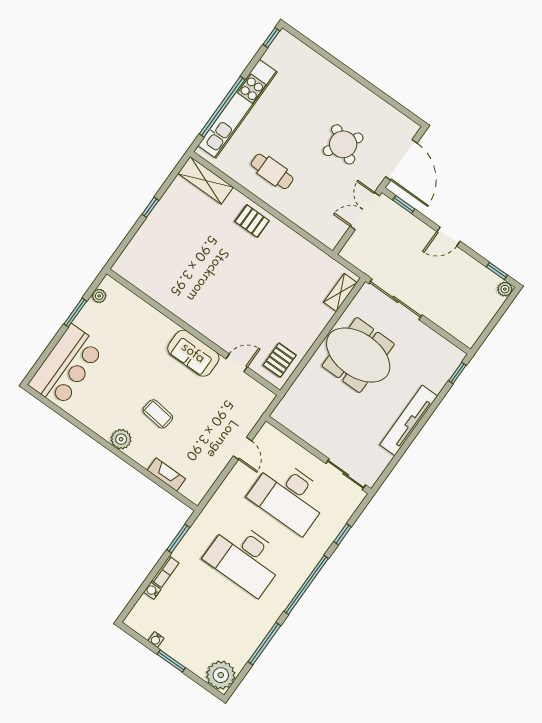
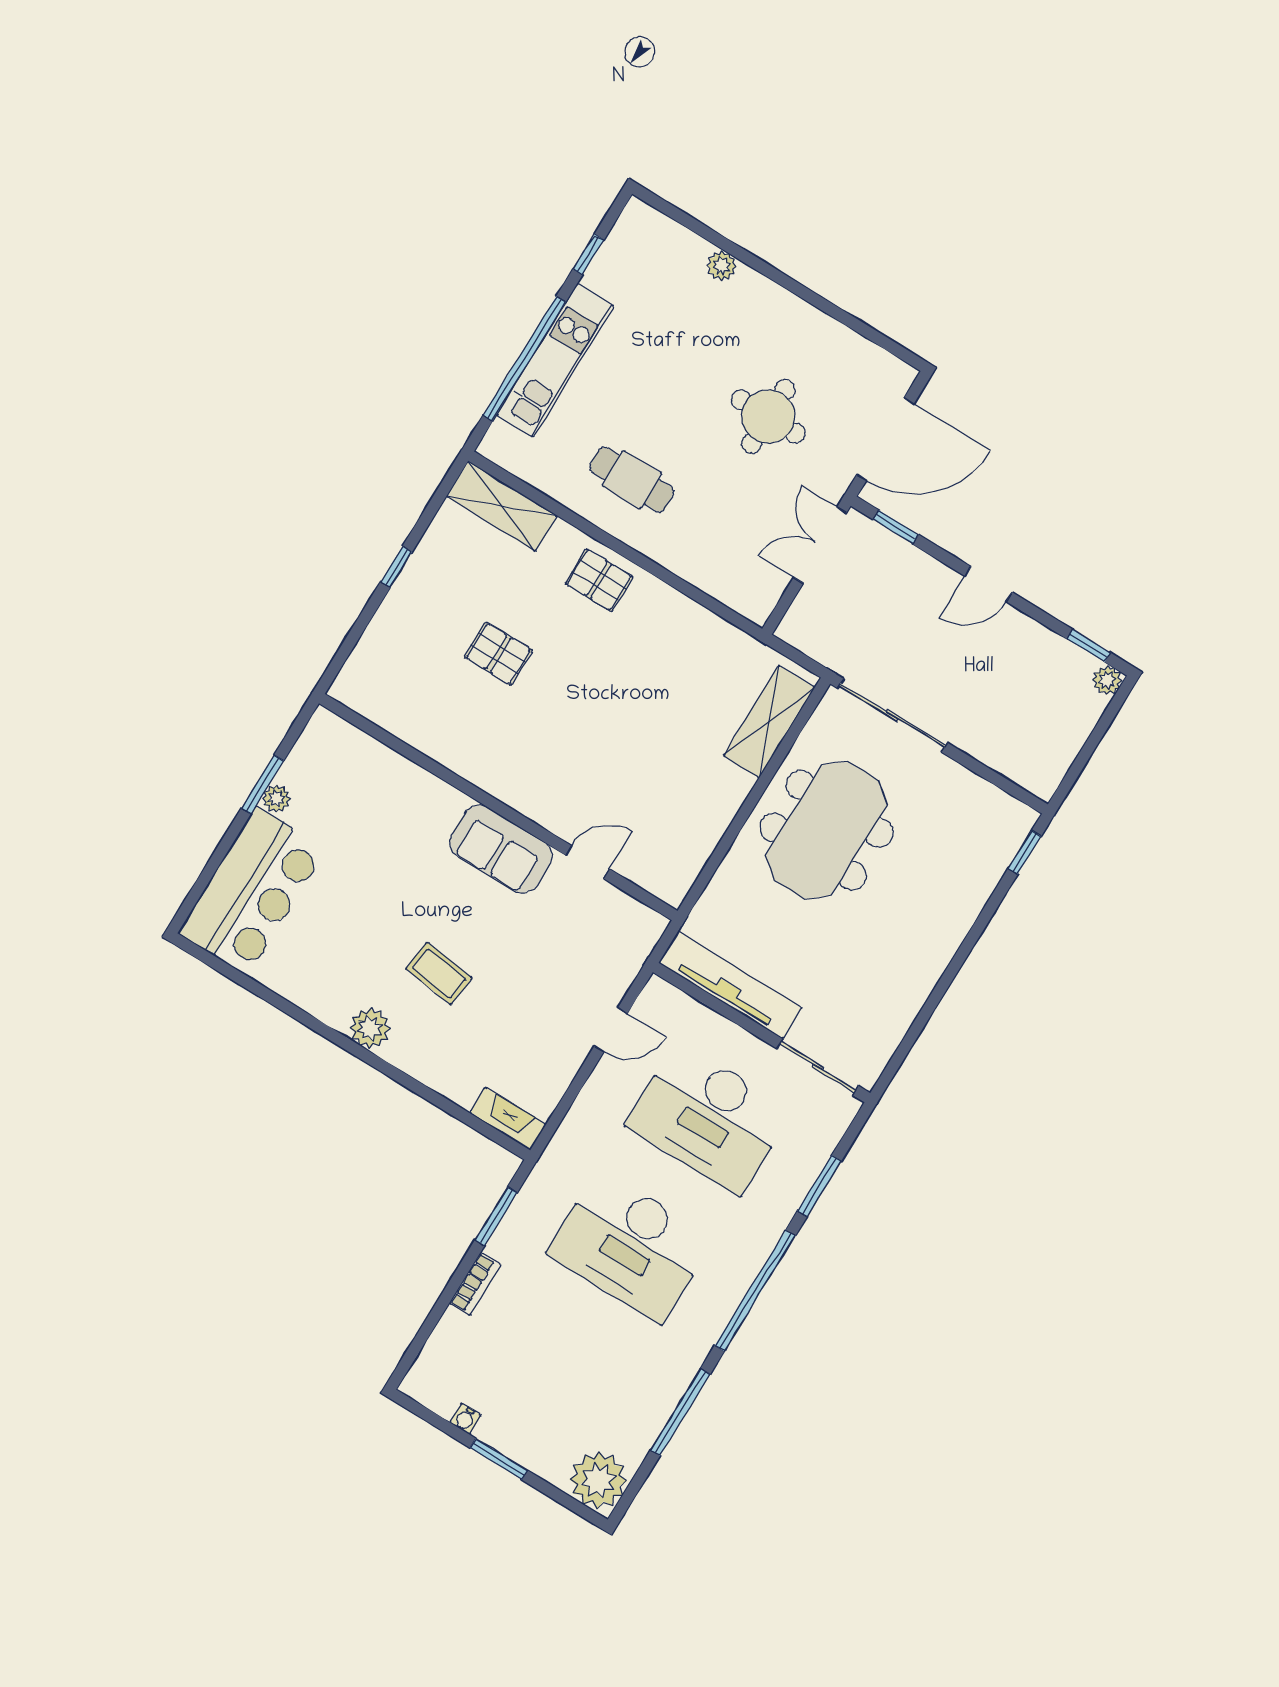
window: (271, 38) -> (588, 255), moved
plant: (325, 67) -> (722, 266), added
kitchen unit: (238, 109) -> (555, 361), width x0.73
round table: (343, 144) -> (768, 417), turned -31
door: (401, 160) -> (885, 439), hinge flipped
shelving: (340, 292) -> (769, 722), width x1.50, depth x1.33
plant: (99, 296) -> (276, 799), moved
meeting table: (358, 355) -> (826, 830), turned 90
pallet: (280, 360) -> (498, 654), moved, turned 90
tv unit: (409, 420) -> (730, 985), moved, turned 90
door: (243, 448) -> (611, 1030), hinge flipped
fireplace: (166, 474) -> (508, 1119), moved
window: (342, 534) -> (819, 1186), width x1.50
water cooler: (152, 591) -> (452, 1323), removed

